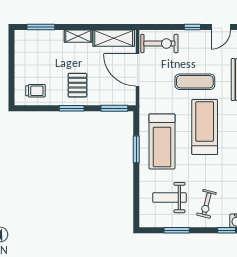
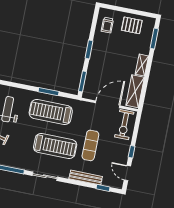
pallet: (77, 85) -> (132, 25), moved

